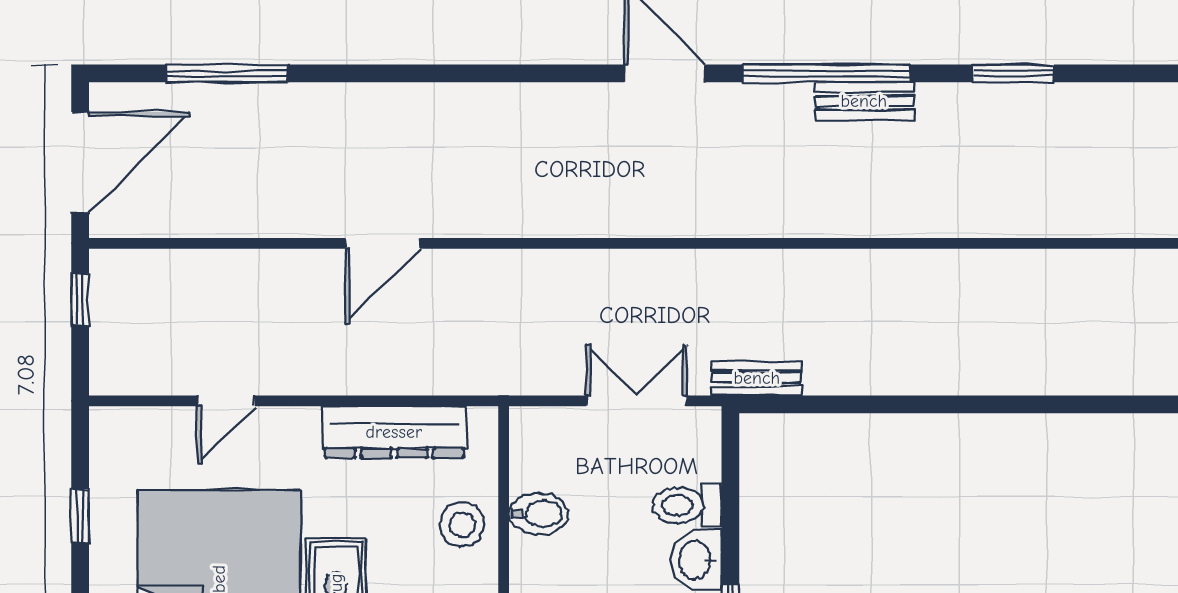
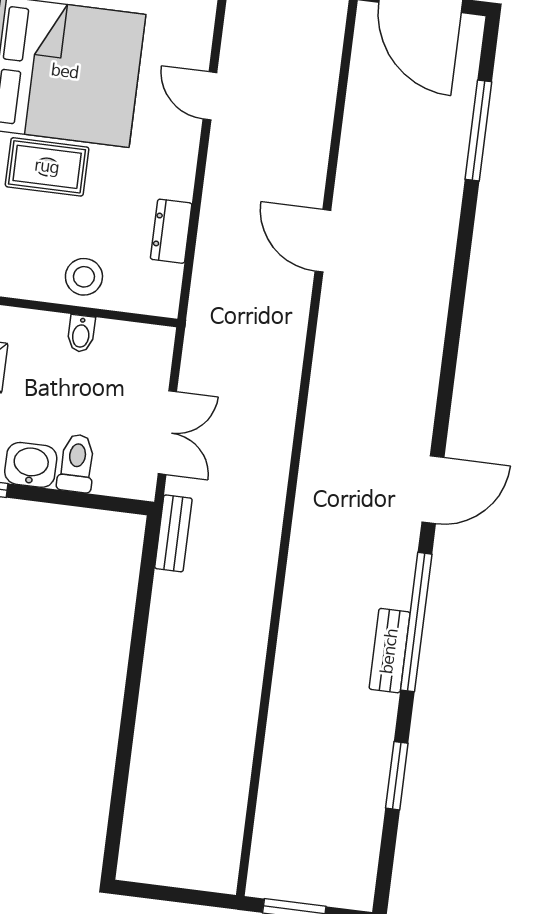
dresser: (394, 432) -> (171, 231), width x0.51, depth x0.80
bidet: (539, 514) -> (81, 334), width x0.72, depth x0.74

